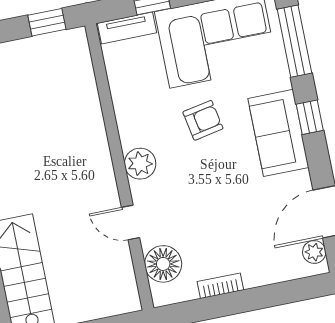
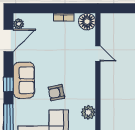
plant: (140, 164) -> (88, 112), moved
floor lamp: (163, 264) -> (87, 22), moved

